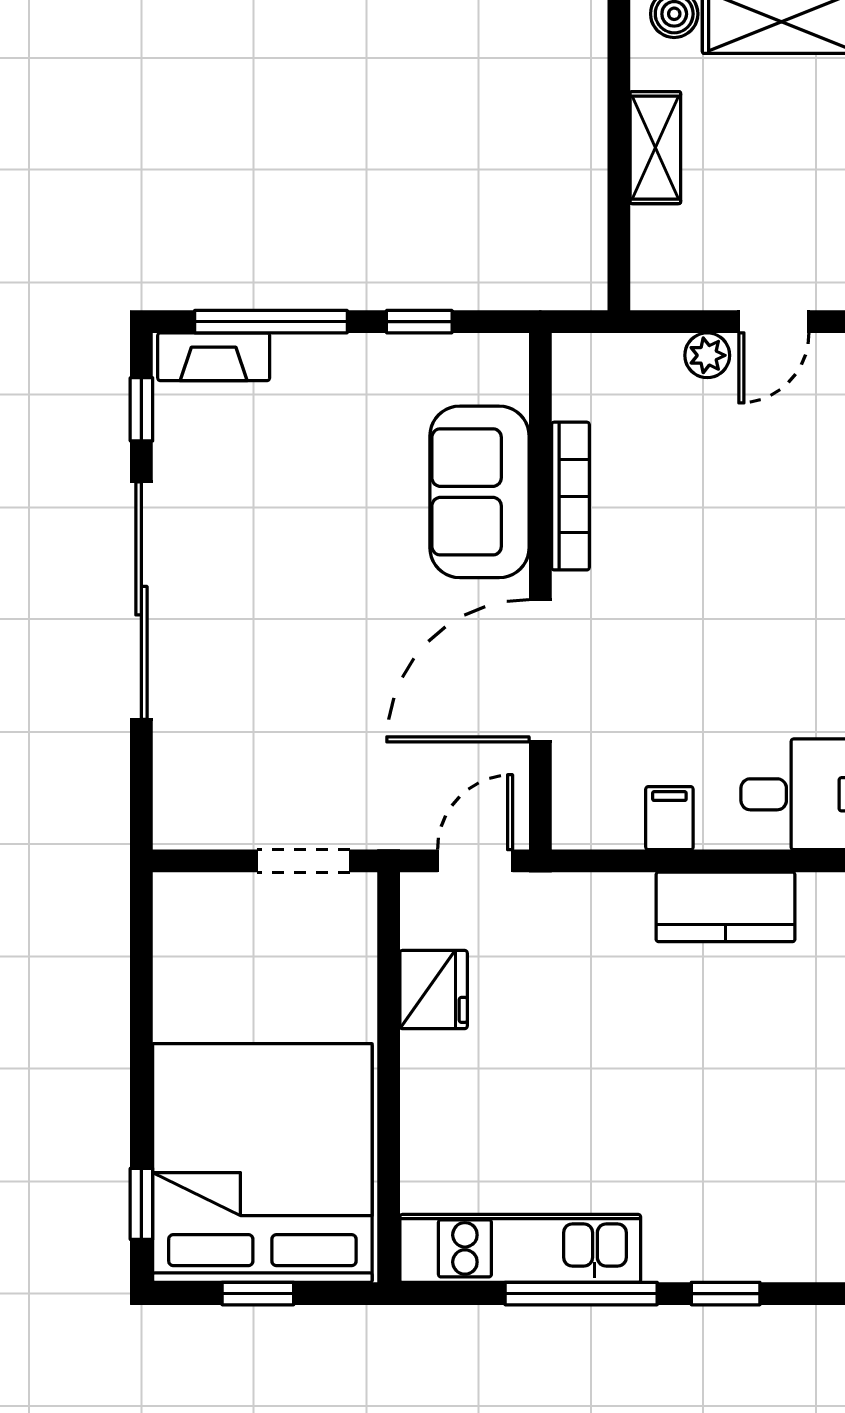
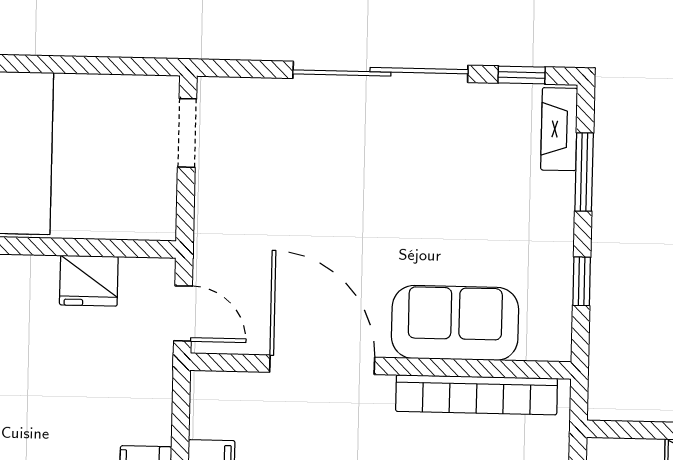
window: (271, 322) -> (584, 172), width x0.69
bookcase: (570, 496) -> (477, 395), width x1.48, depth x1.31
doorway: (304, 861) -> (187, 133), moved

